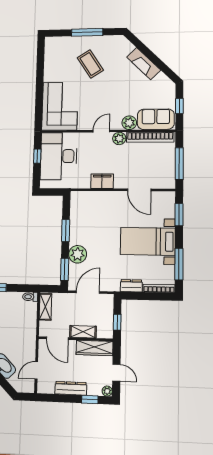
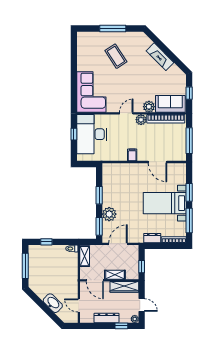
filing cabinet: (102, 181) -> (132, 155), width x0.50
window: (179, 215) -> (189, 192), moved
door: (36, 370) -> (79, 305), hinge flipped

